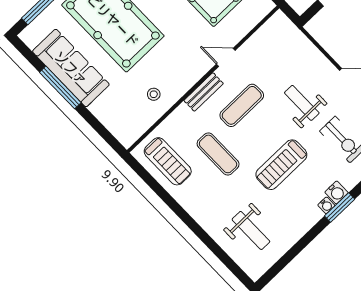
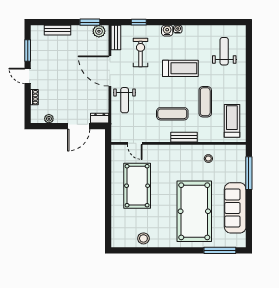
dresser: (318, 23) -> (100, 118), added
door: (226, 57) -> (135, 143), moved
window: (60, 87) -> (249, 173), moved
weight bench: (302, 103) -> (125, 100), moved
window: (340, 208) -> (172, 22), removed

